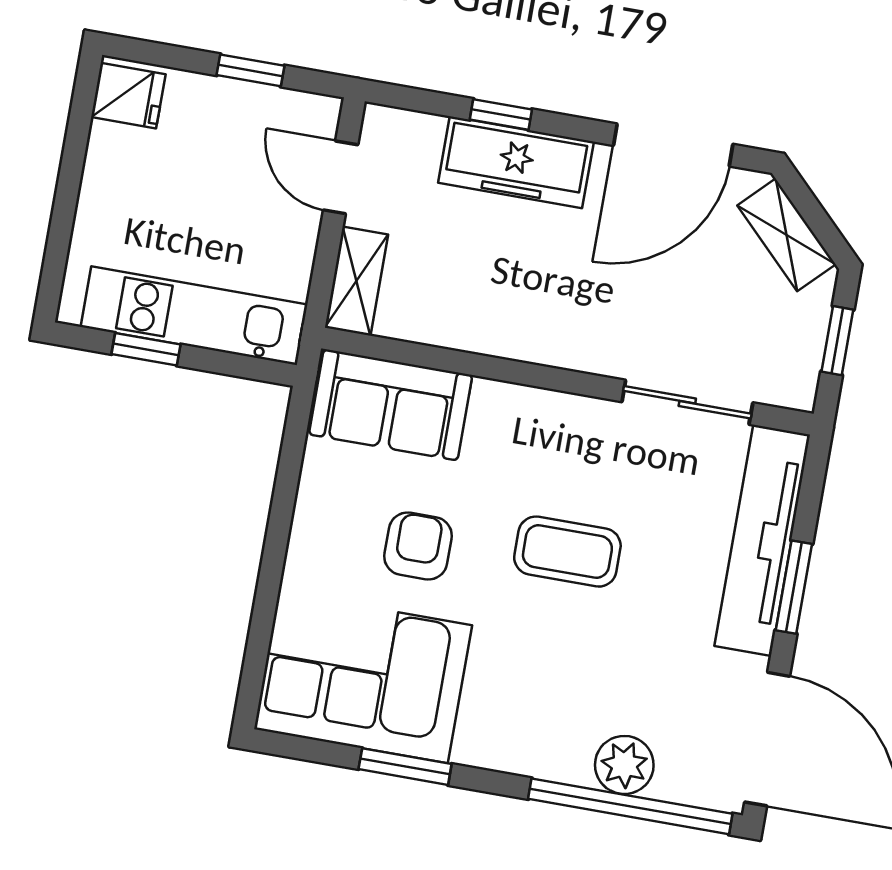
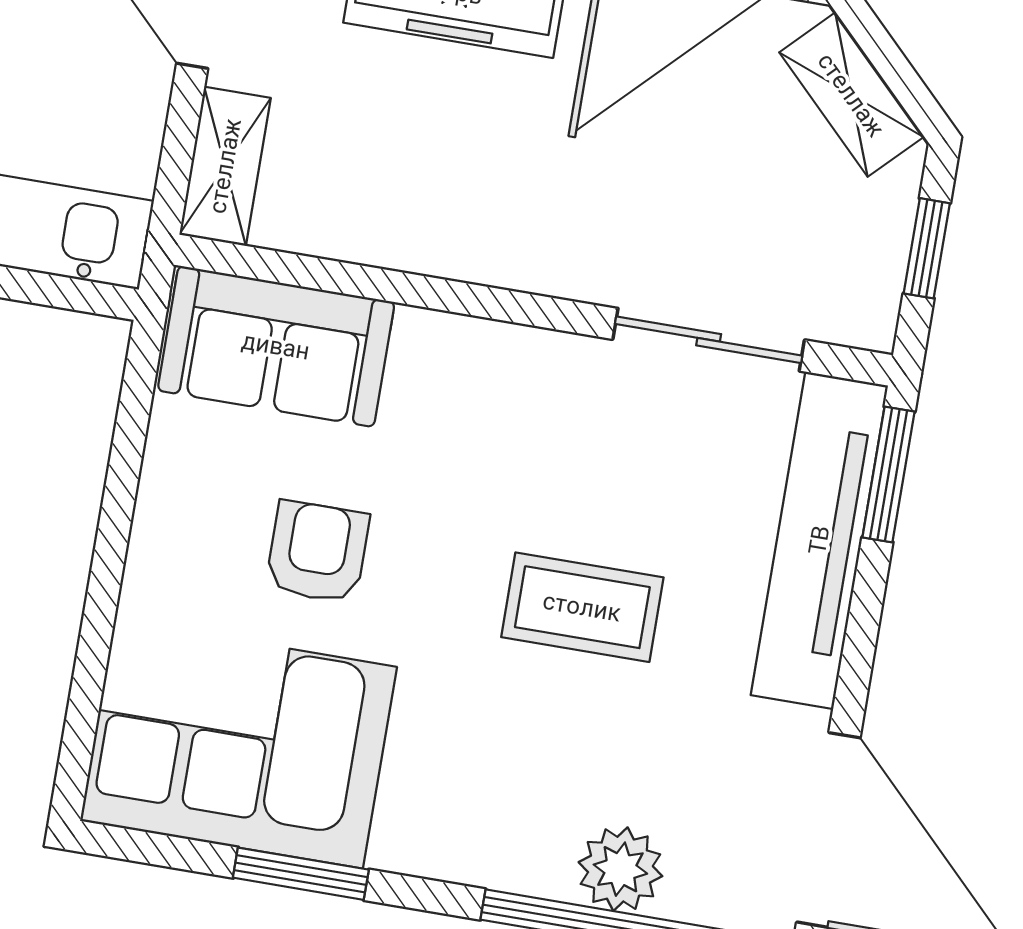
coffee table: (567, 552) -> (582, 607), moved
window: (794, 587) -> (889, 474), moved

